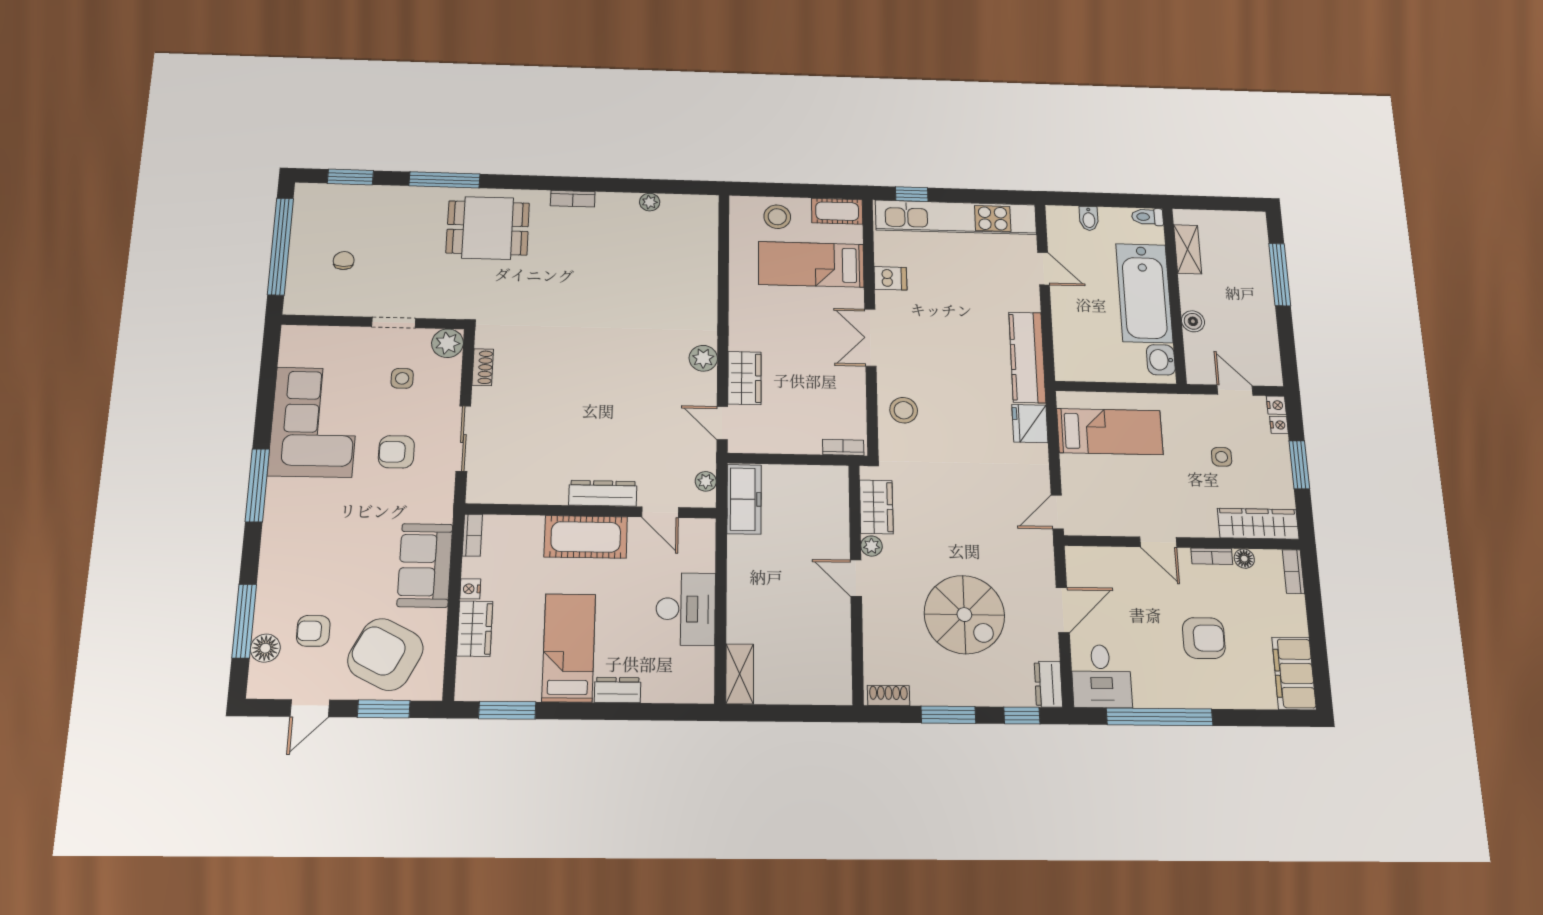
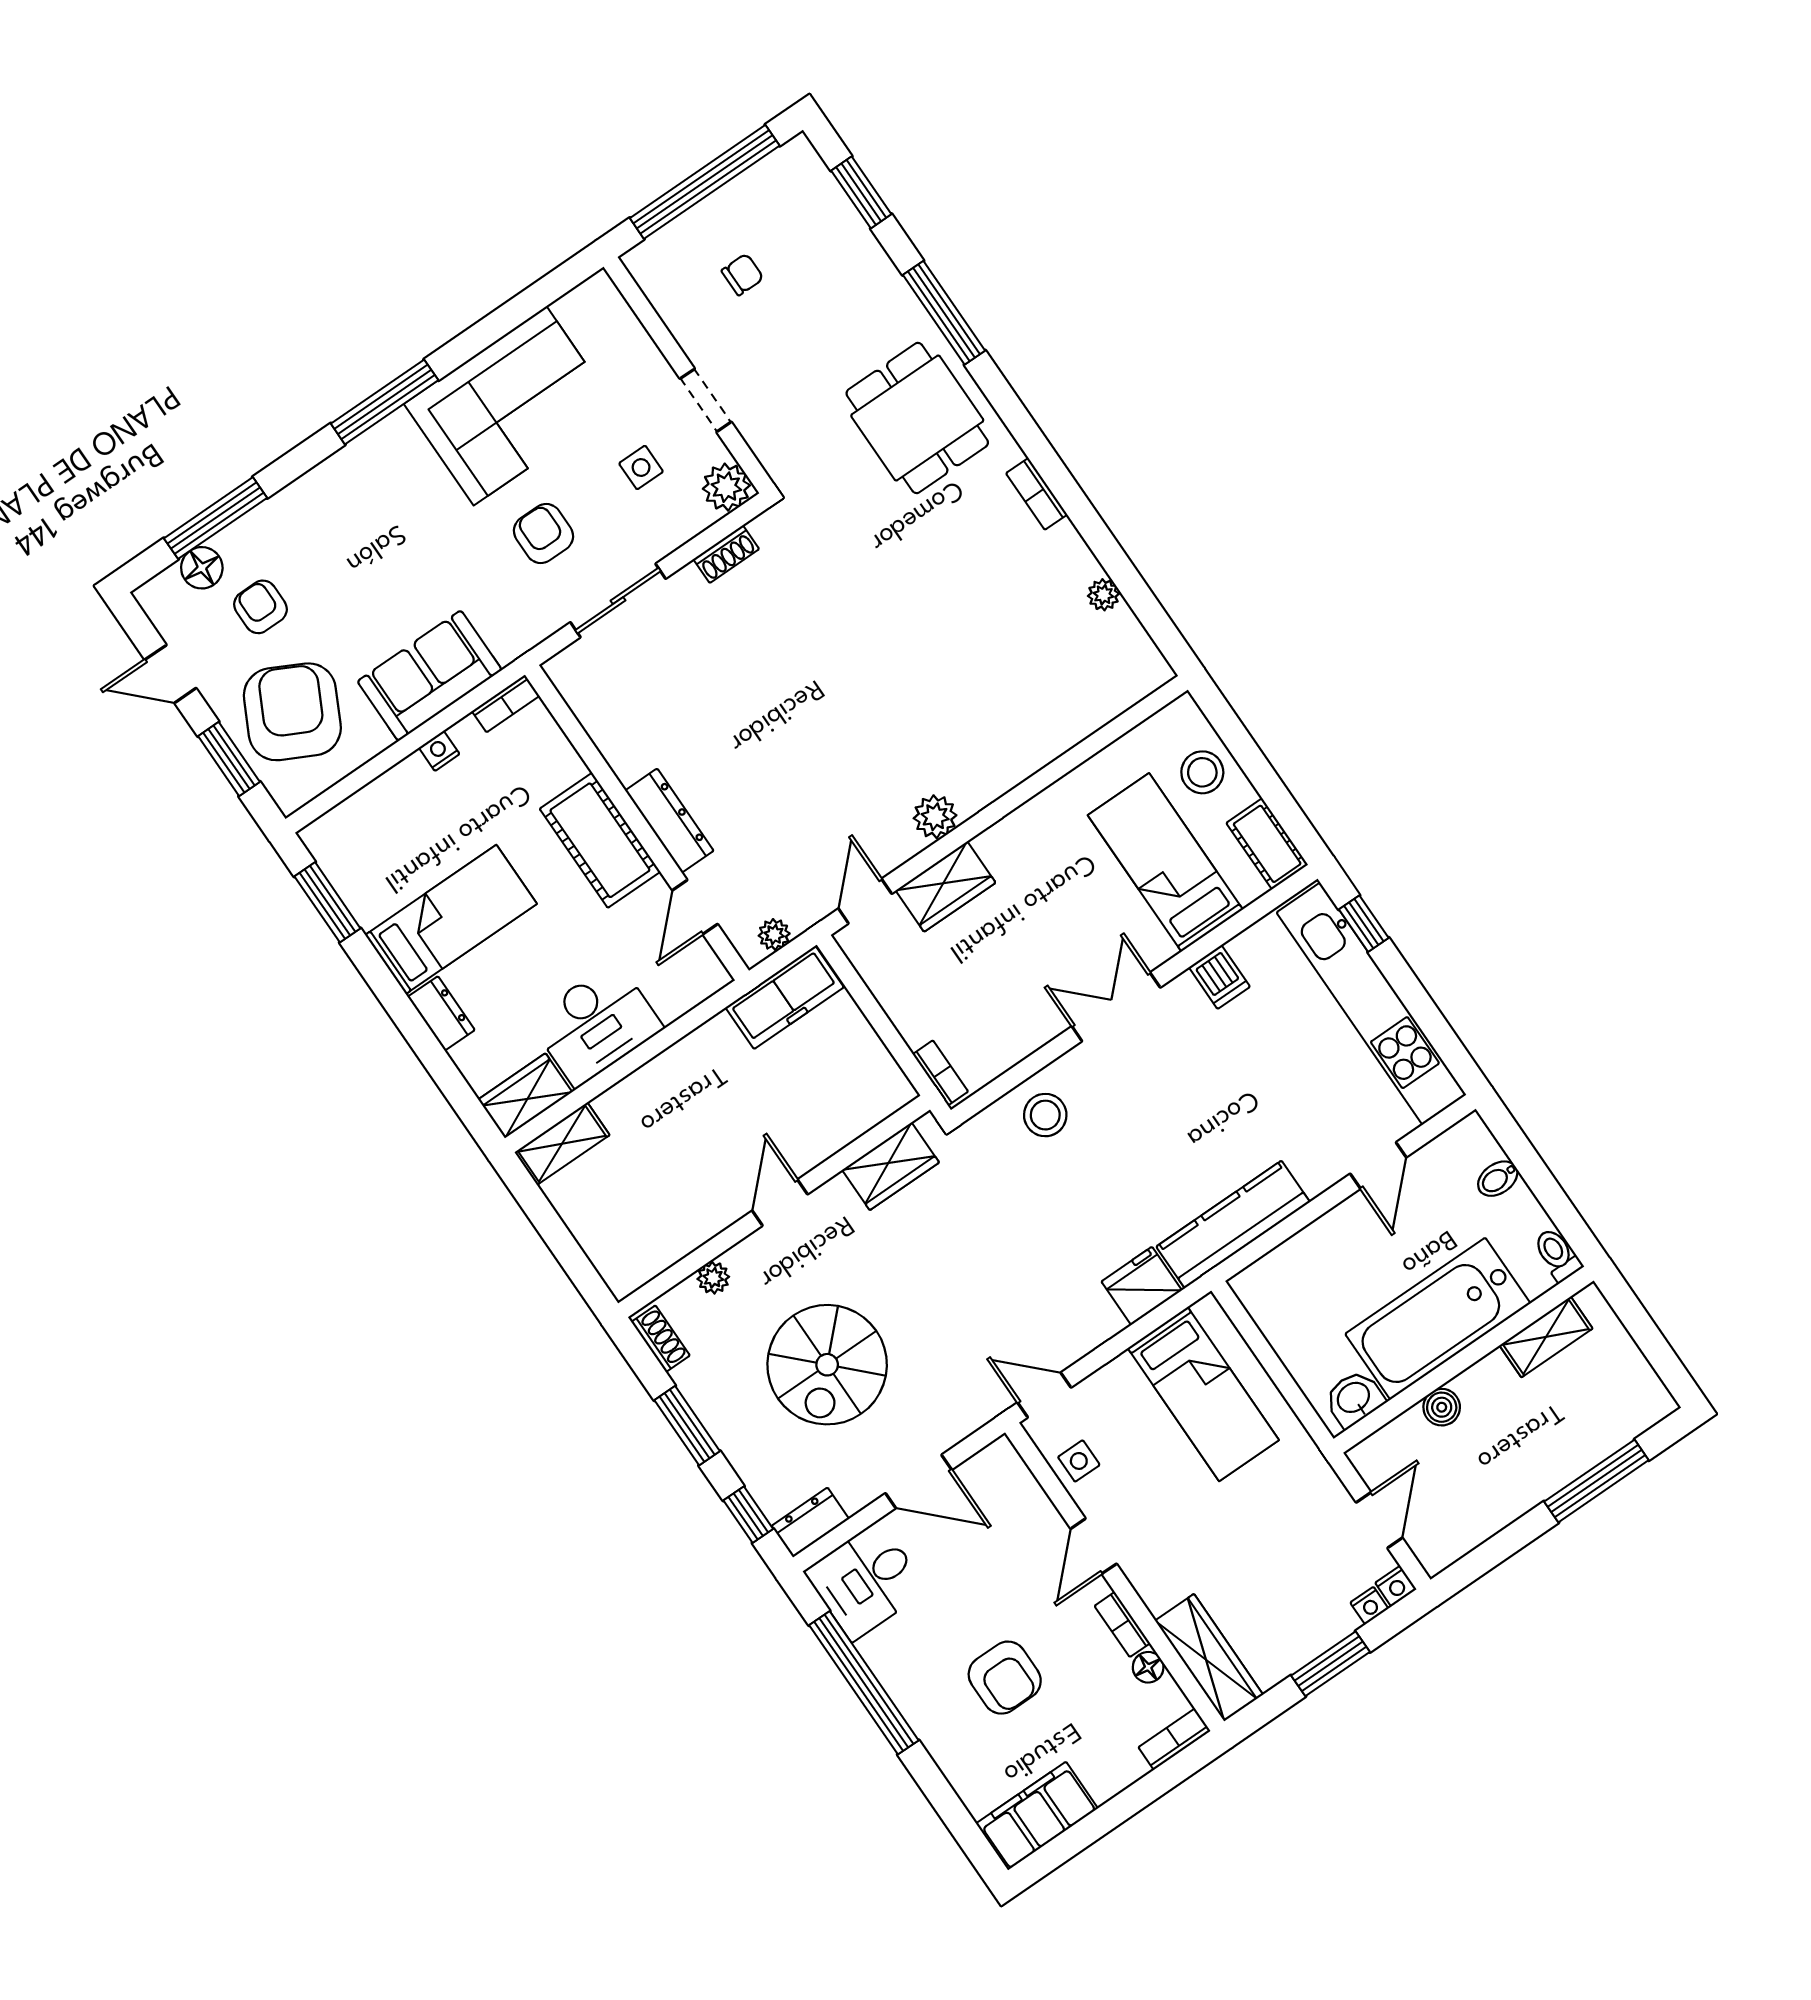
side table: (1222, 457) -> (1079, 1461), moved
plant: (872, 546) -> (713, 1278), moved
wardrobe: (475, 629) -> (525, 1096), moved, turned 180

